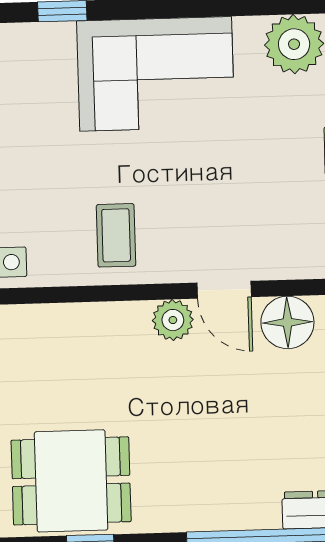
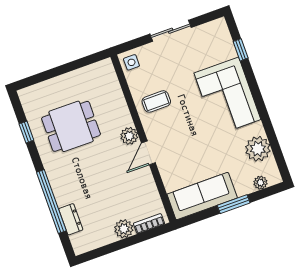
floor lamp: (287, 322) -> (143, 183), removed
dining table: (71, 481) -> (71, 126), moved, turned 90

